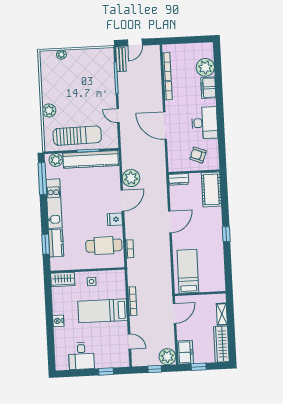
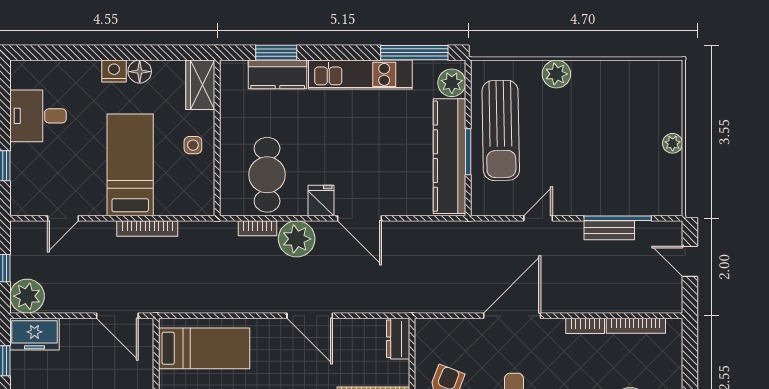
plant: (61, 55) -> (673, 143), moved
bench: (121, 60) -> (609, 230), moved
plant: (131, 178) -> (297, 239), moved
floor lamp: (58, 309) -> (140, 72), added

